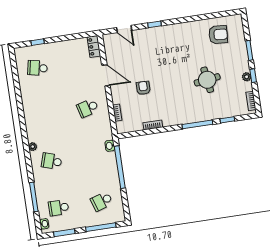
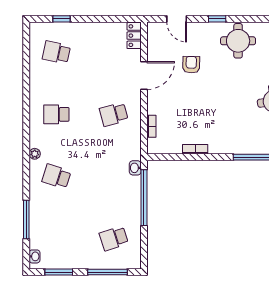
round table: (173, 39) -> (238, 41), added
door: (106, 75) -> (144, 75), hinge flipped
armchair: (143, 88) -> (191, 65), moved
school desk: (59, 208) -> (56, 114), moved

